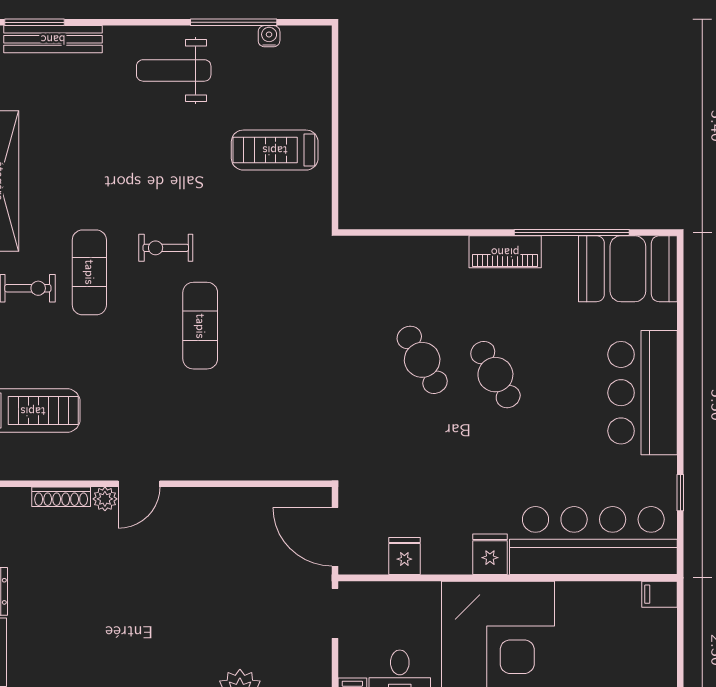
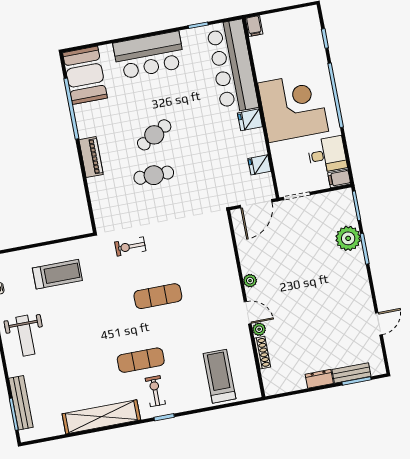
treadmill: (275, 150) -> (57, 274), turned -90
exercise bike: (166, 248) -> (130, 246), moved, turned 90
piano: (505, 252) -> (91, 157), moved
cafe table: (422, 360) -> (154, 175), turned 30
plant: (197, 499) -> (250, 281), added

